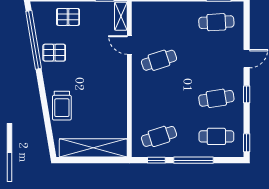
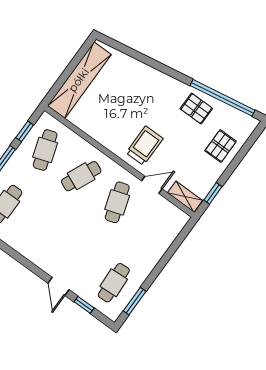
pallet: (54, 53) -> (196, 109), turned 90
window: (247, 94) -> (84, 305), moved
cafe table: (216, 98) -> (81, 176), moved, turned 33
trolley: (62, 106) -> (145, 146), moved, turned 90

